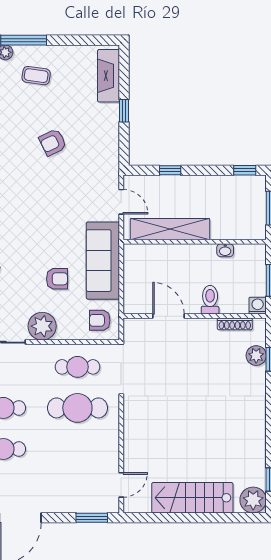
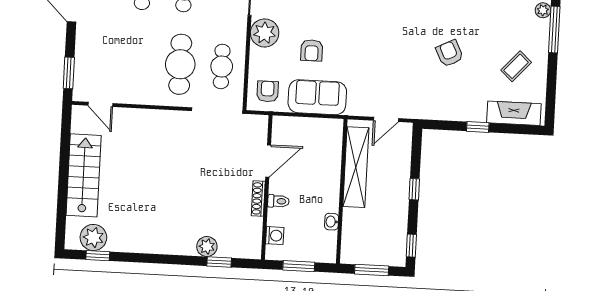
coffee table: (36, 76) -> (516, 66), moved, turned 34
window: (170, 170) -> (414, 189), moved
sofa: (103, 261) -> (317, 97), width x0.73
toilet: (210, 300) -> (278, 201), width x0.73, depth x0.72
washing machine: (258, 306) -> (275, 236), moved
shoe rack: (235, 324) -> (258, 198), moved
plant: (256, 356) -> (207, 247), moved
plant: (253, 500) -> (93, 237), moved

